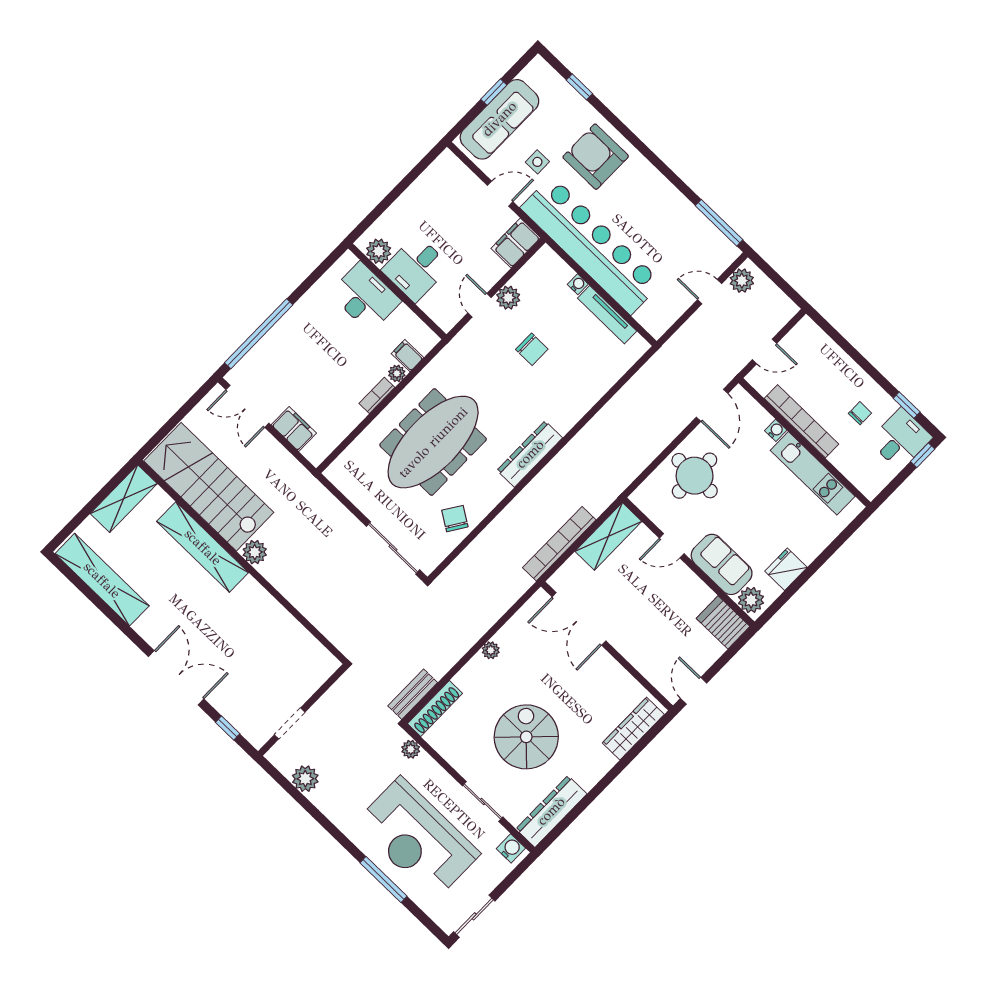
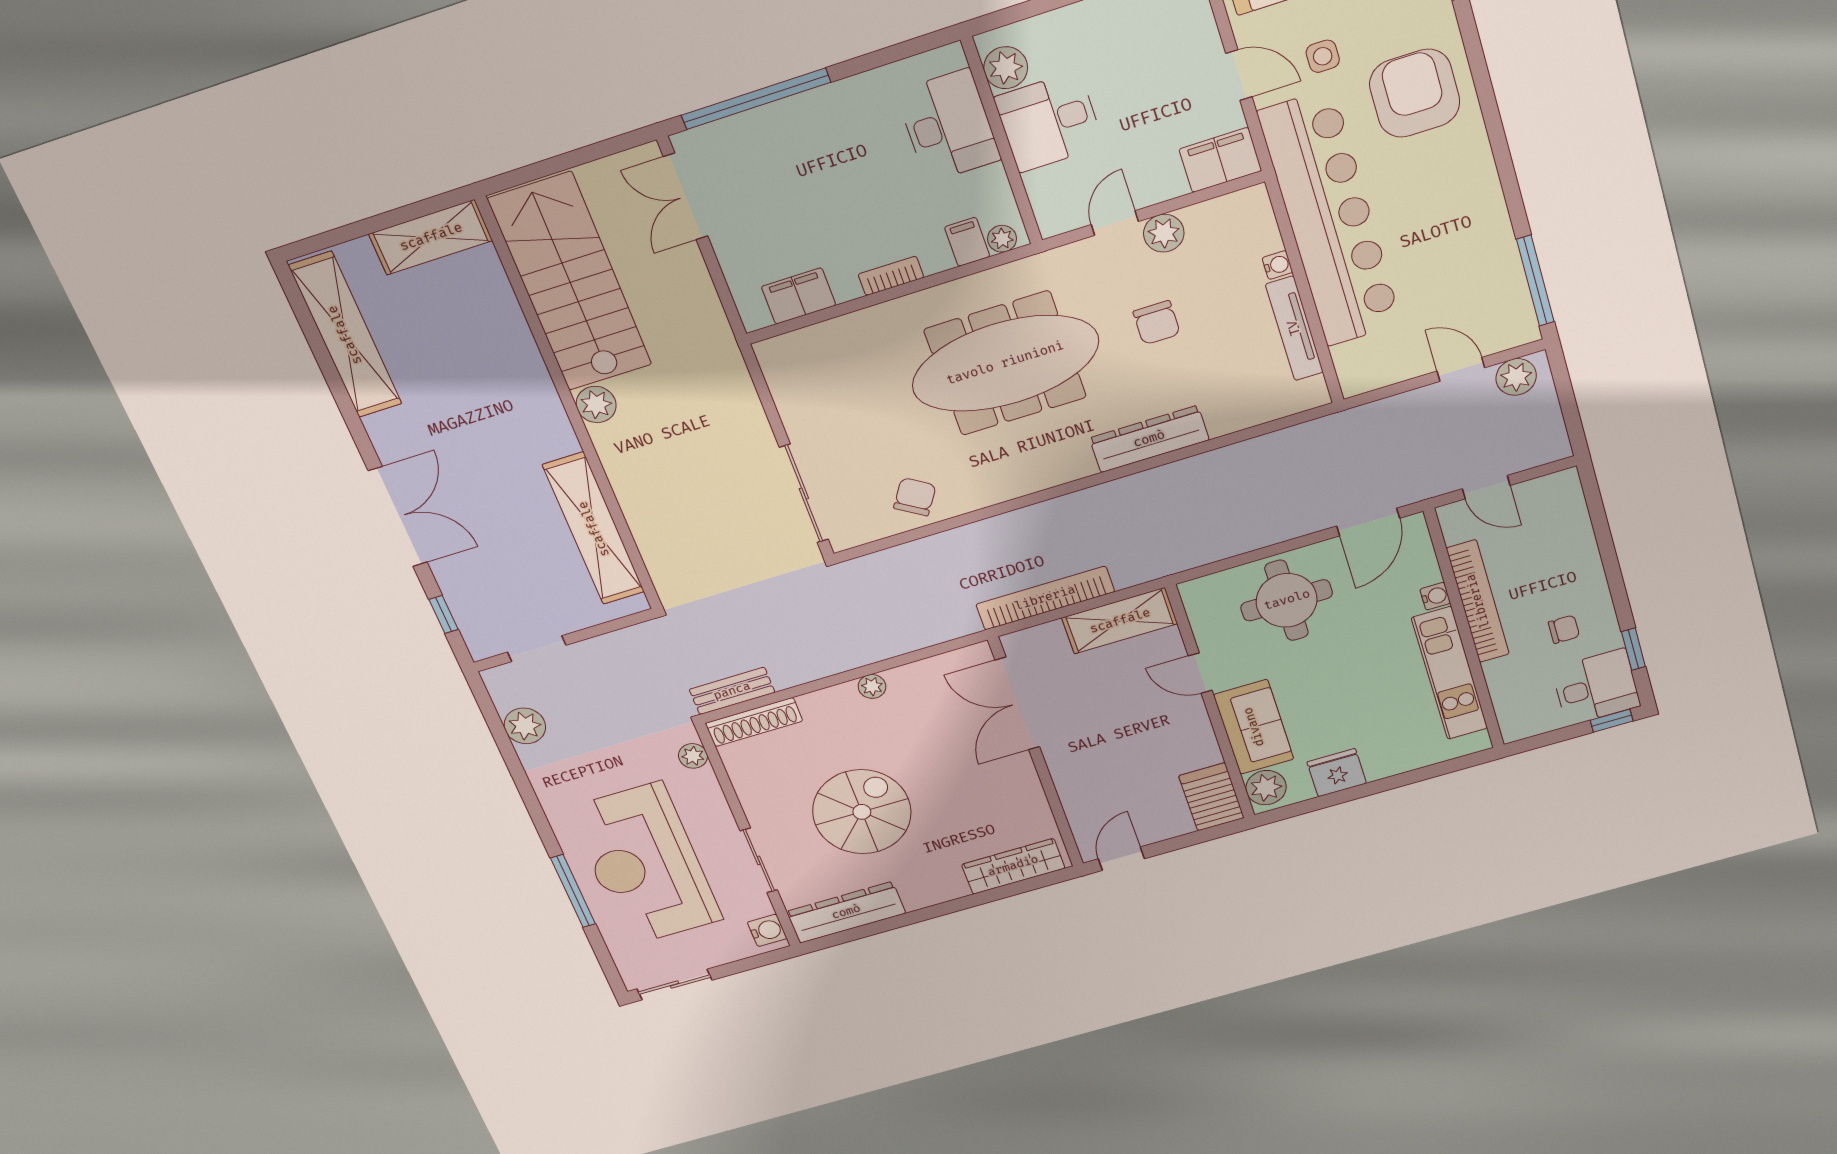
plant: (397, 373) -> (1002, 239), moved
filing cabinet: (294, 429) -> (799, 296), moved, turned -90
meeting table: (433, 442) -> (1005, 363), moved
dresser: (530, 454) -> (1149, 439), moved
shelving: (203, 547) -> (594, 529), moved

